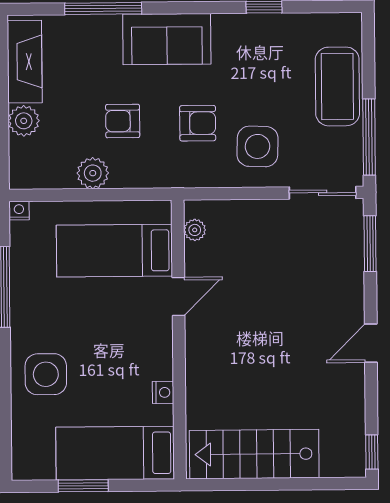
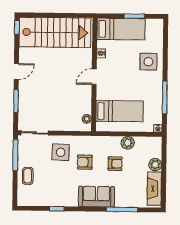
coffee table: (337, 86) -> (28, 176), width x0.54, depth x0.58
window: (370, 244) -> (16, 101), moved
door: (178, 296) -> (94, 77), moved
stairs: (254, 454) -> (55, 32), width x1.36, depth x1.51

